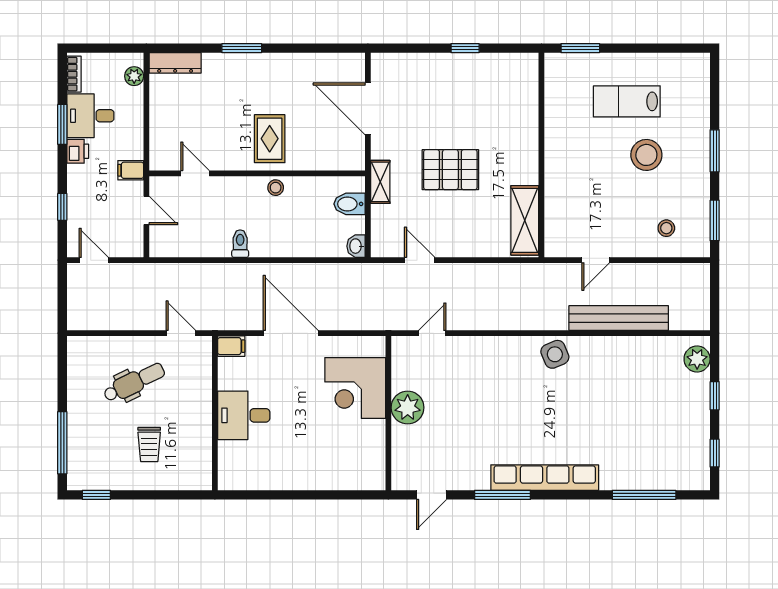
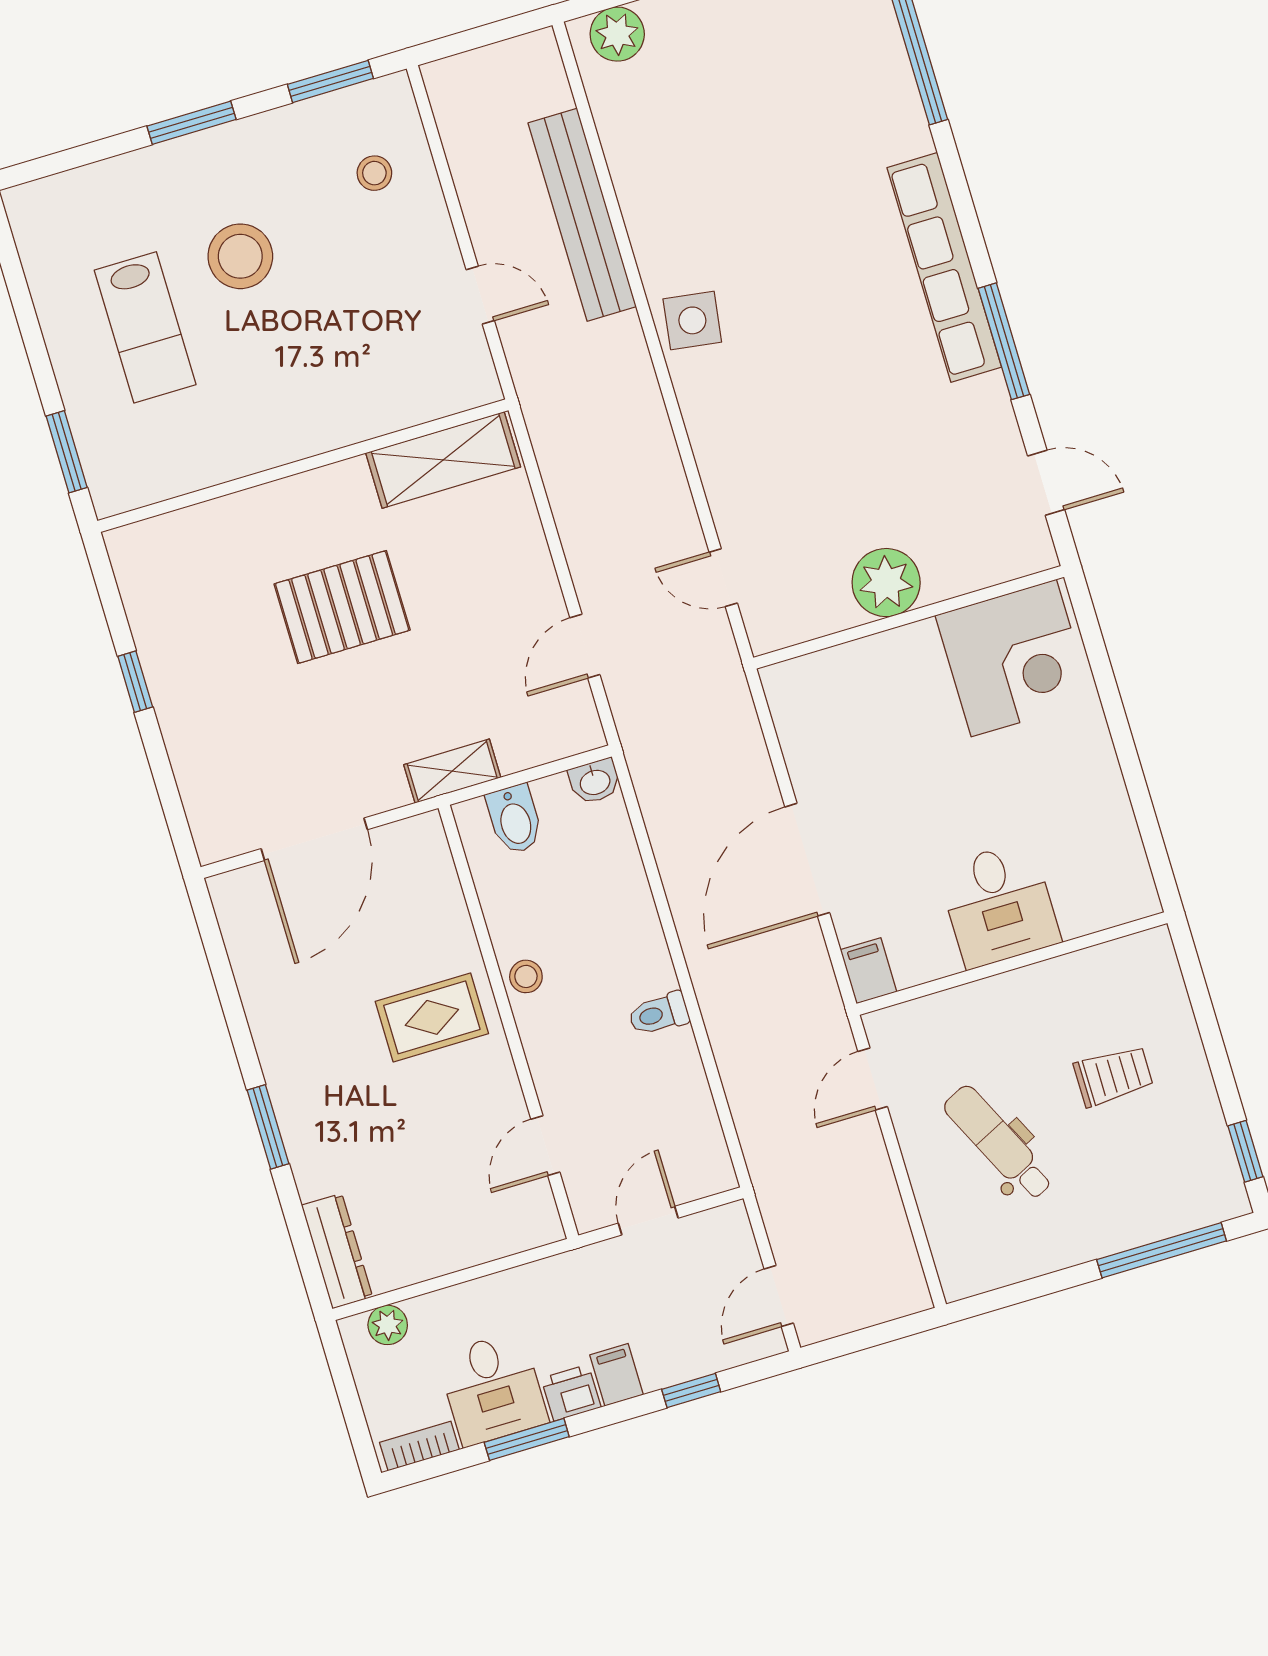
filing cabinet: (131, 170) -> (617, 1375), moved, turned 180
pallet: (450, 170) -> (342, 607), moved, turned 90
side table: (555, 354) -> (692, 320), turned 31
corner desk: (355, 388) -> (1014, 658), moved

